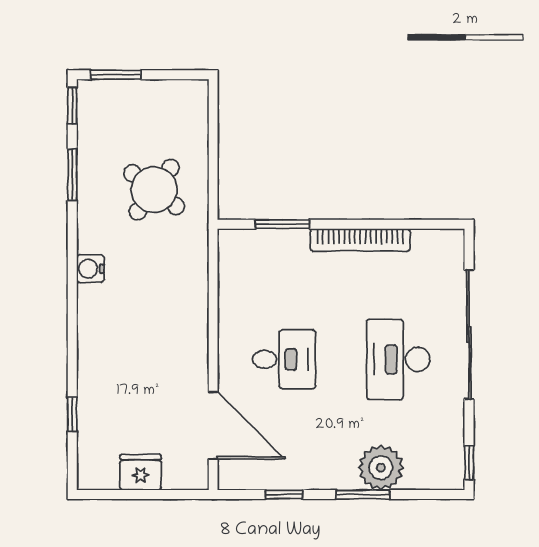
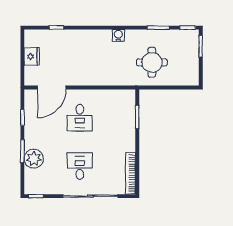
round table: (154, 190) -> (152, 62), turned -37
bookcase: (360, 240) -> (131, 173), moved
desk: (398, 359) -> (80, 166), width x0.73

